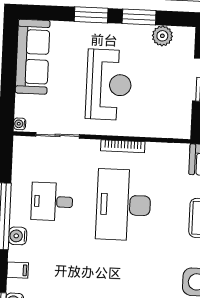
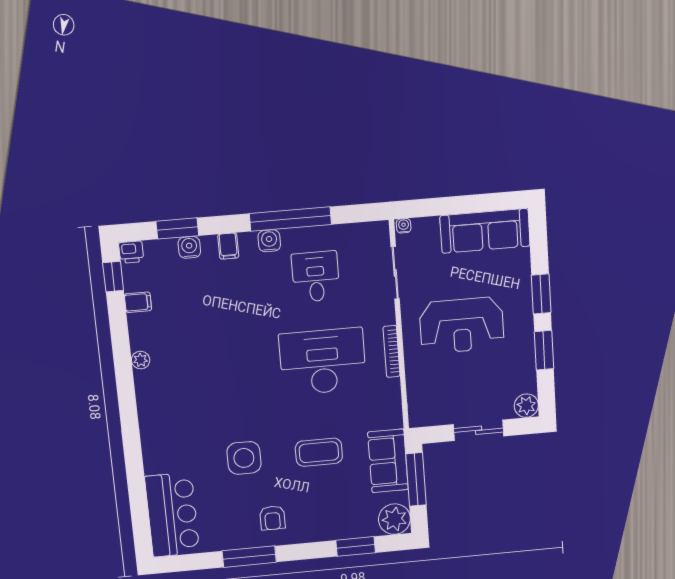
plant: (162, 36) -> (526, 406), moved

